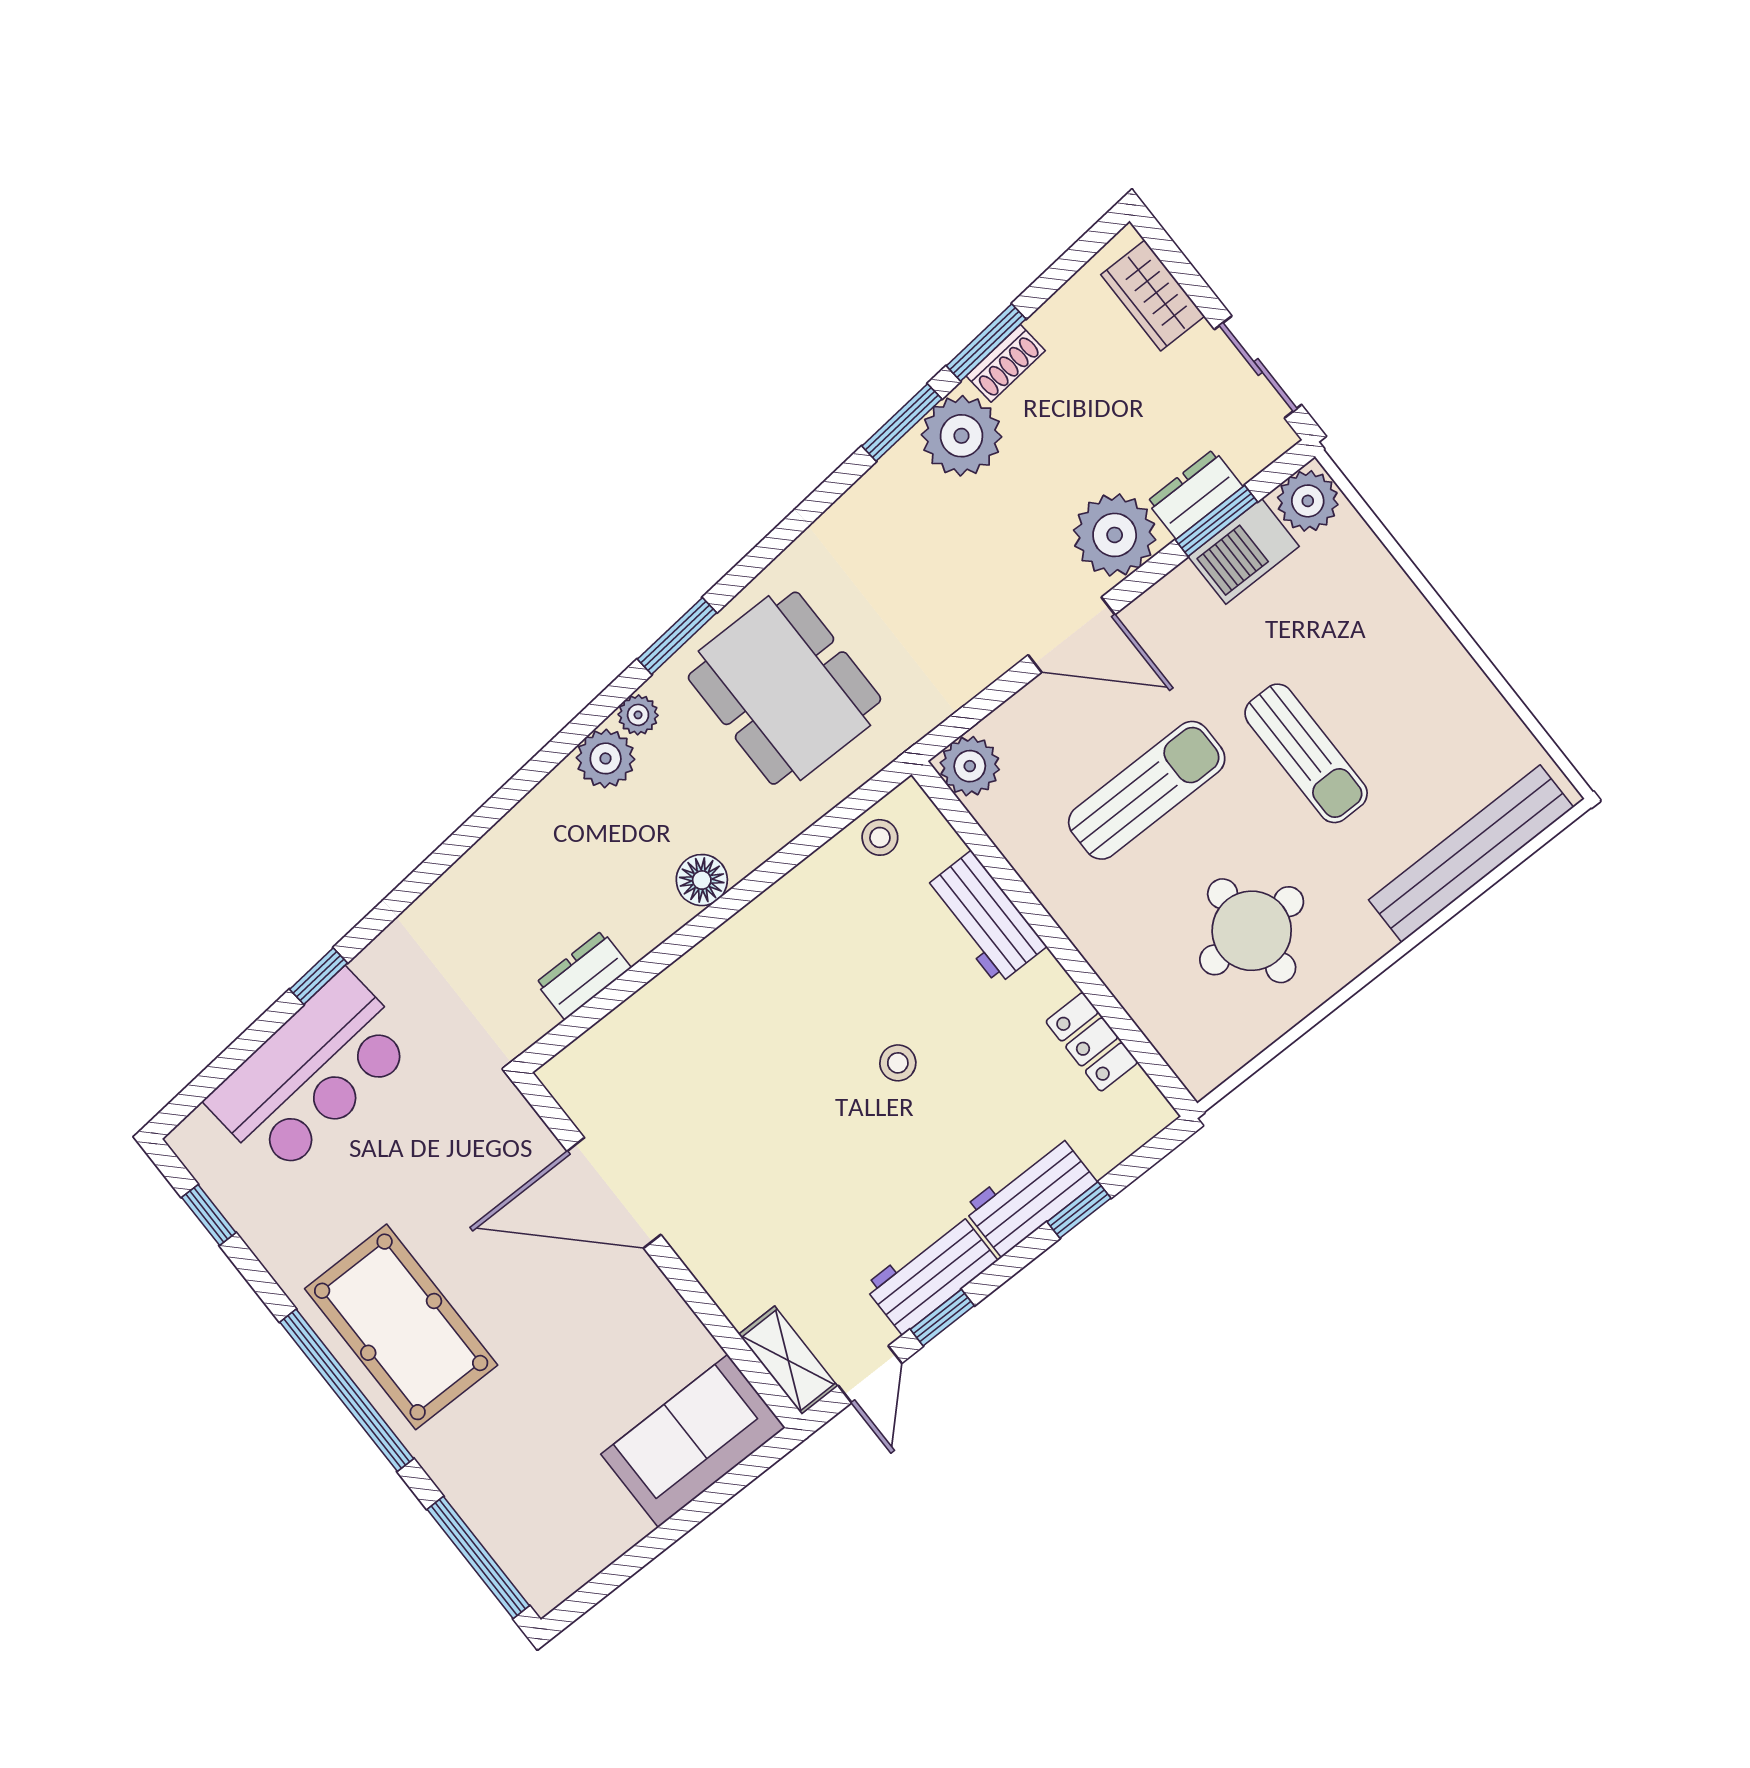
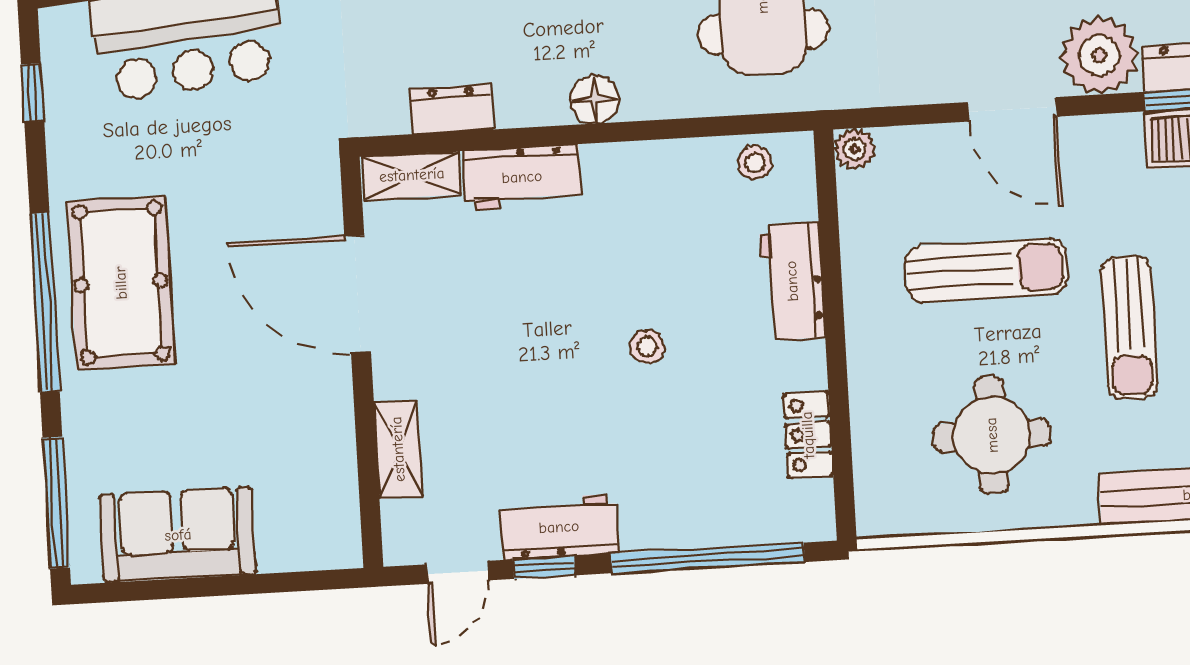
plant: (970, 766) -> (855, 149), width x0.73, depth x0.73
shelving: (589, 1057) -> (412, 175), added
workbench: (1030, 1195) -> (522, 177), moved, turned 180
window: (1079, 1210) -> (708, 558), width x3.17
shelving: (788, 1360) -> (398, 449), moved
sofa: (693, 1441) -> (178, 535), moved

